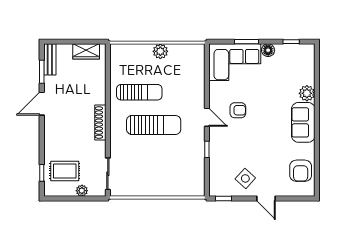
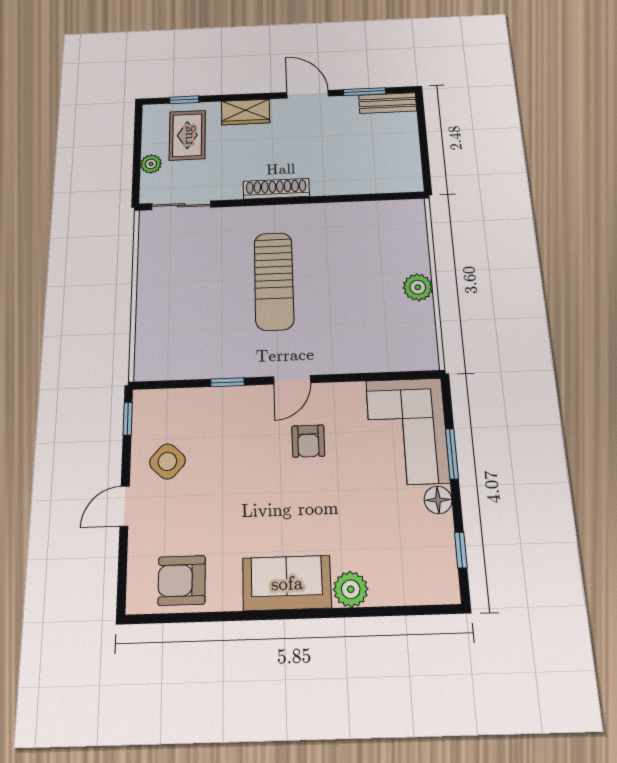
wardrobe: (86, 51) -> (246, 112), moved, turned -90
sun lounger: (139, 92) -> (336, 253), removed

